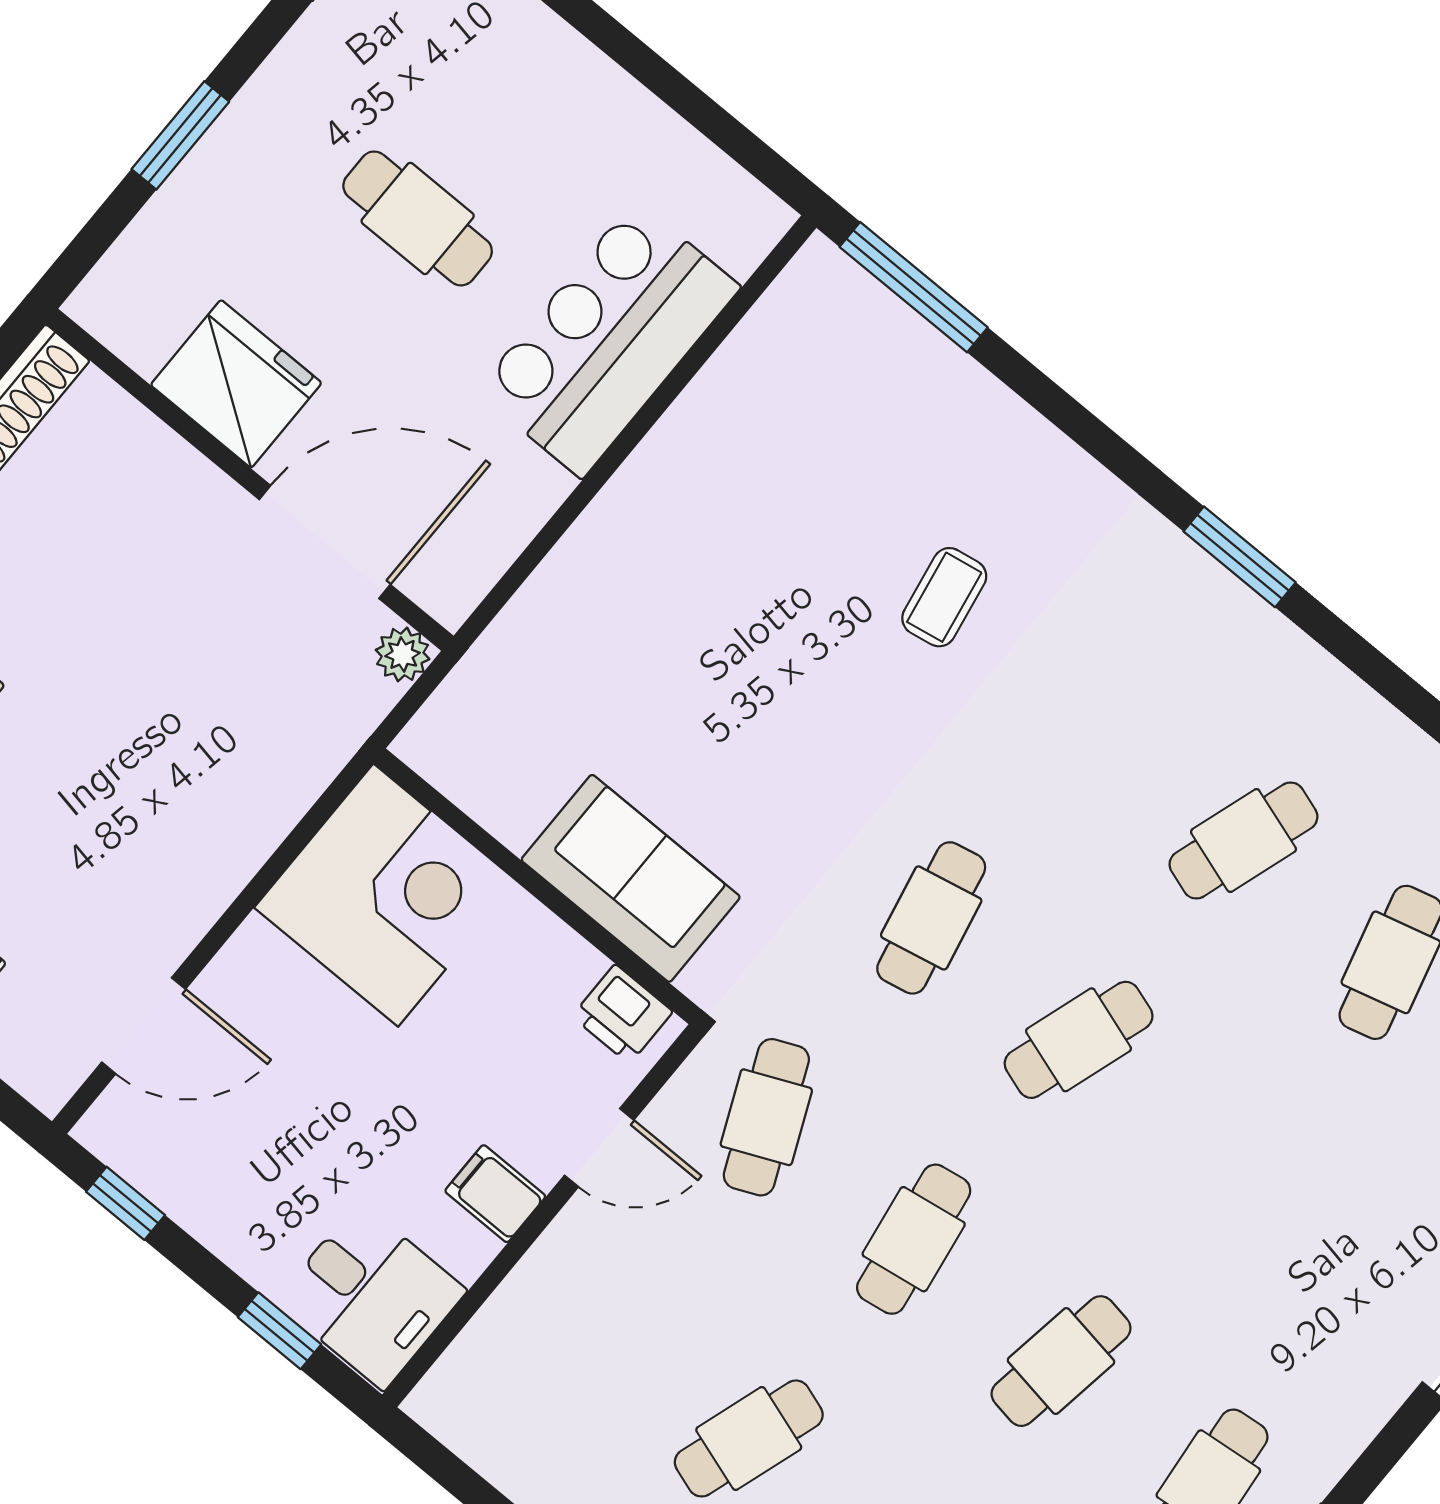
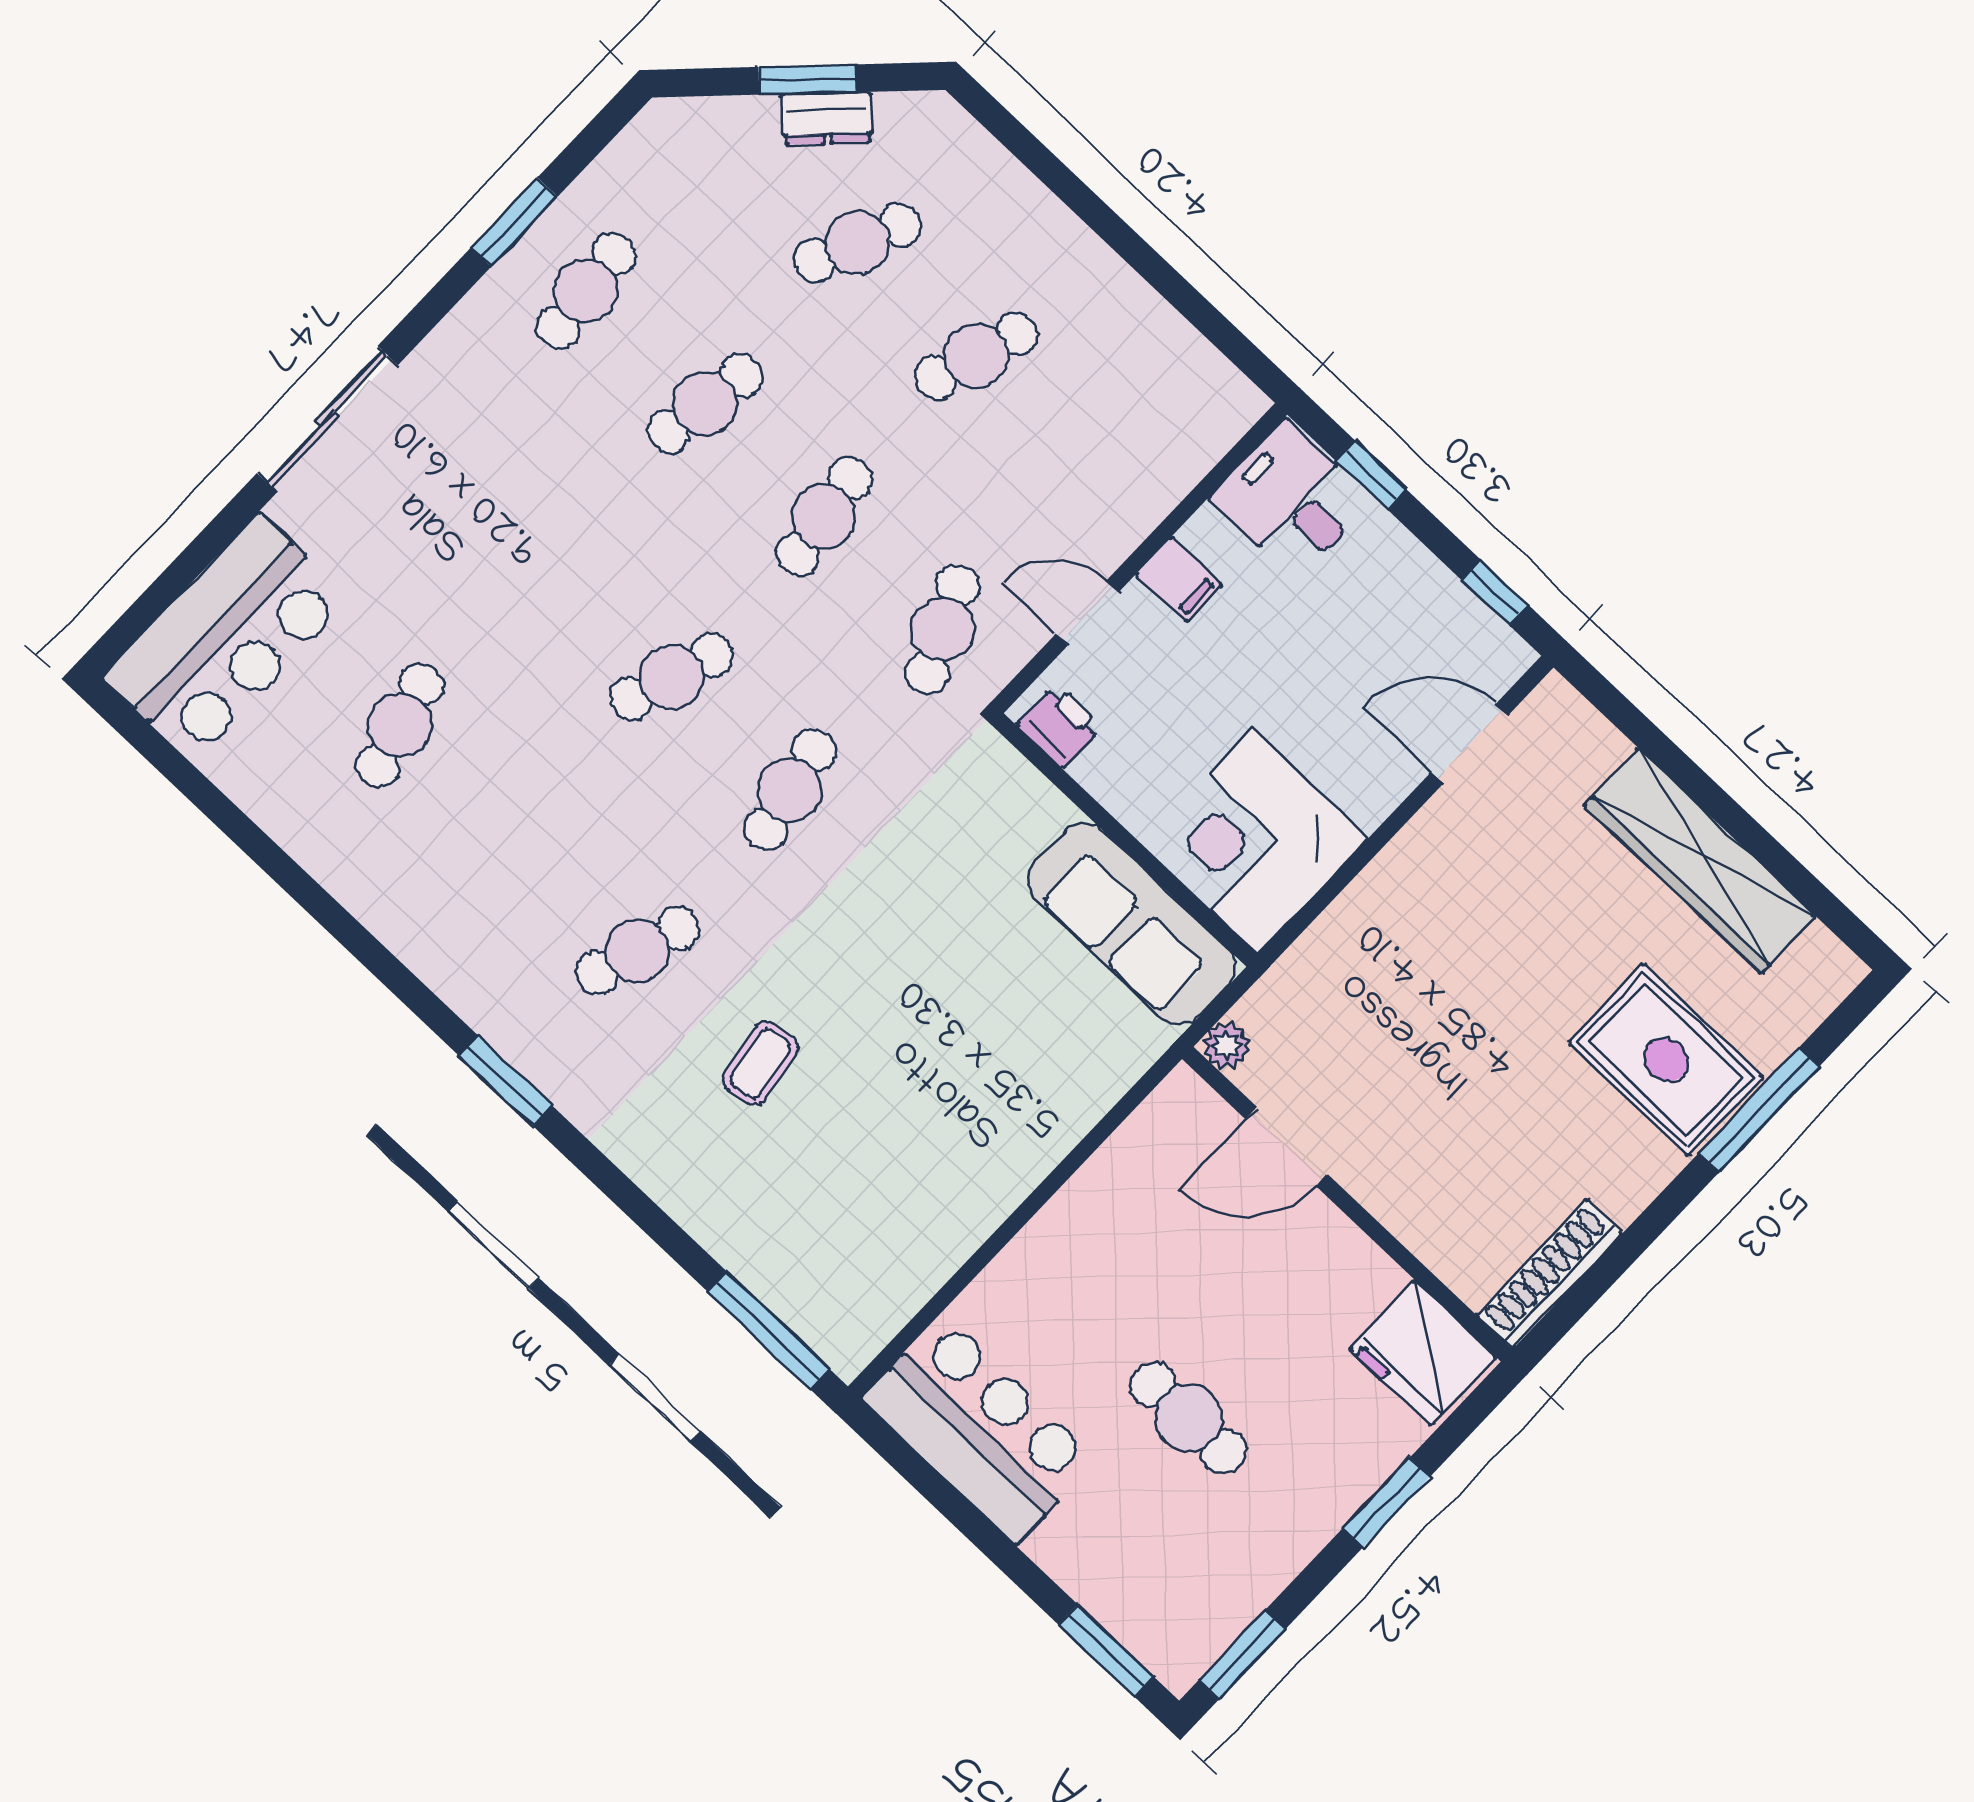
bar counter: (608, 339) -> (979, 1429), moved, turned -90
fridge: (236, 384) -> (1423, 1353), moved
door: (325, 542) -> (1287, 1147), width x0.73
cafe table: (1243, 841) -> (637, 951), moved
sofa: (631, 878) -> (1132, 924), moved, width x1.36

